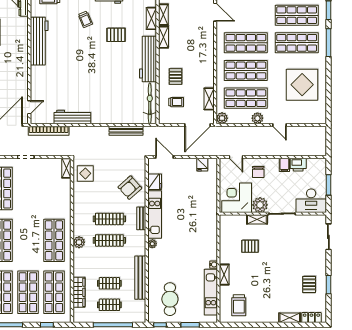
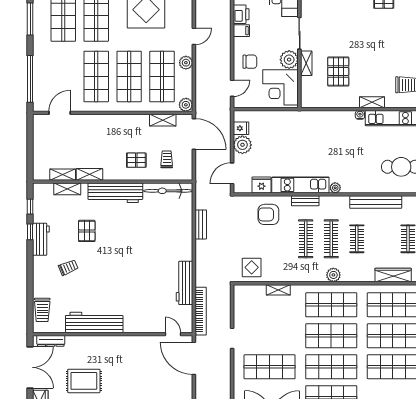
bench: (126, 131) -> (201, 224), width x0.73
plant: (188, 166) -> (242, 145), added
shelving: (66, 168) -> (278, 290), moved
armchair: (130, 188) -> (268, 214), turned 132
shop shelf: (28, 240) -> (331, 336), added
pallet: (250, 246) -> (338, 71), width x1.50, depth x1.42
clothes rail: (109, 283) -> (357, 239), moved

